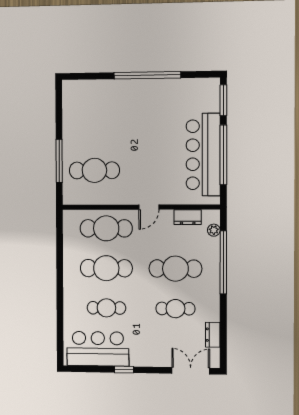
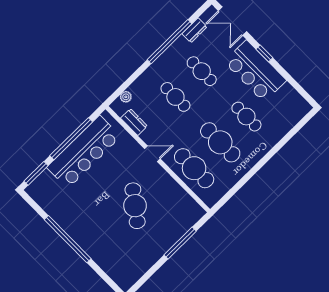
cafe table: (94, 170) -> (135, 206), moved, turned 37
window: (223, 262) -> (169, 42), moved
cafe table: (175, 269) -> (175, 97), width x0.73, depth x0.74
bar counter: (98, 349) -> (255, 71), moved
window: (124, 370) -> (264, 53), moved

